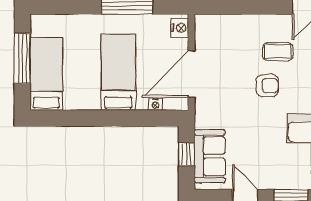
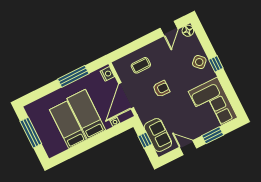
coffee table: (278, 52) -> (141, 65), moved
bed: (46, 74) -> (68, 125), moved
armchair: (267, 86) -> (161, 89), moved

